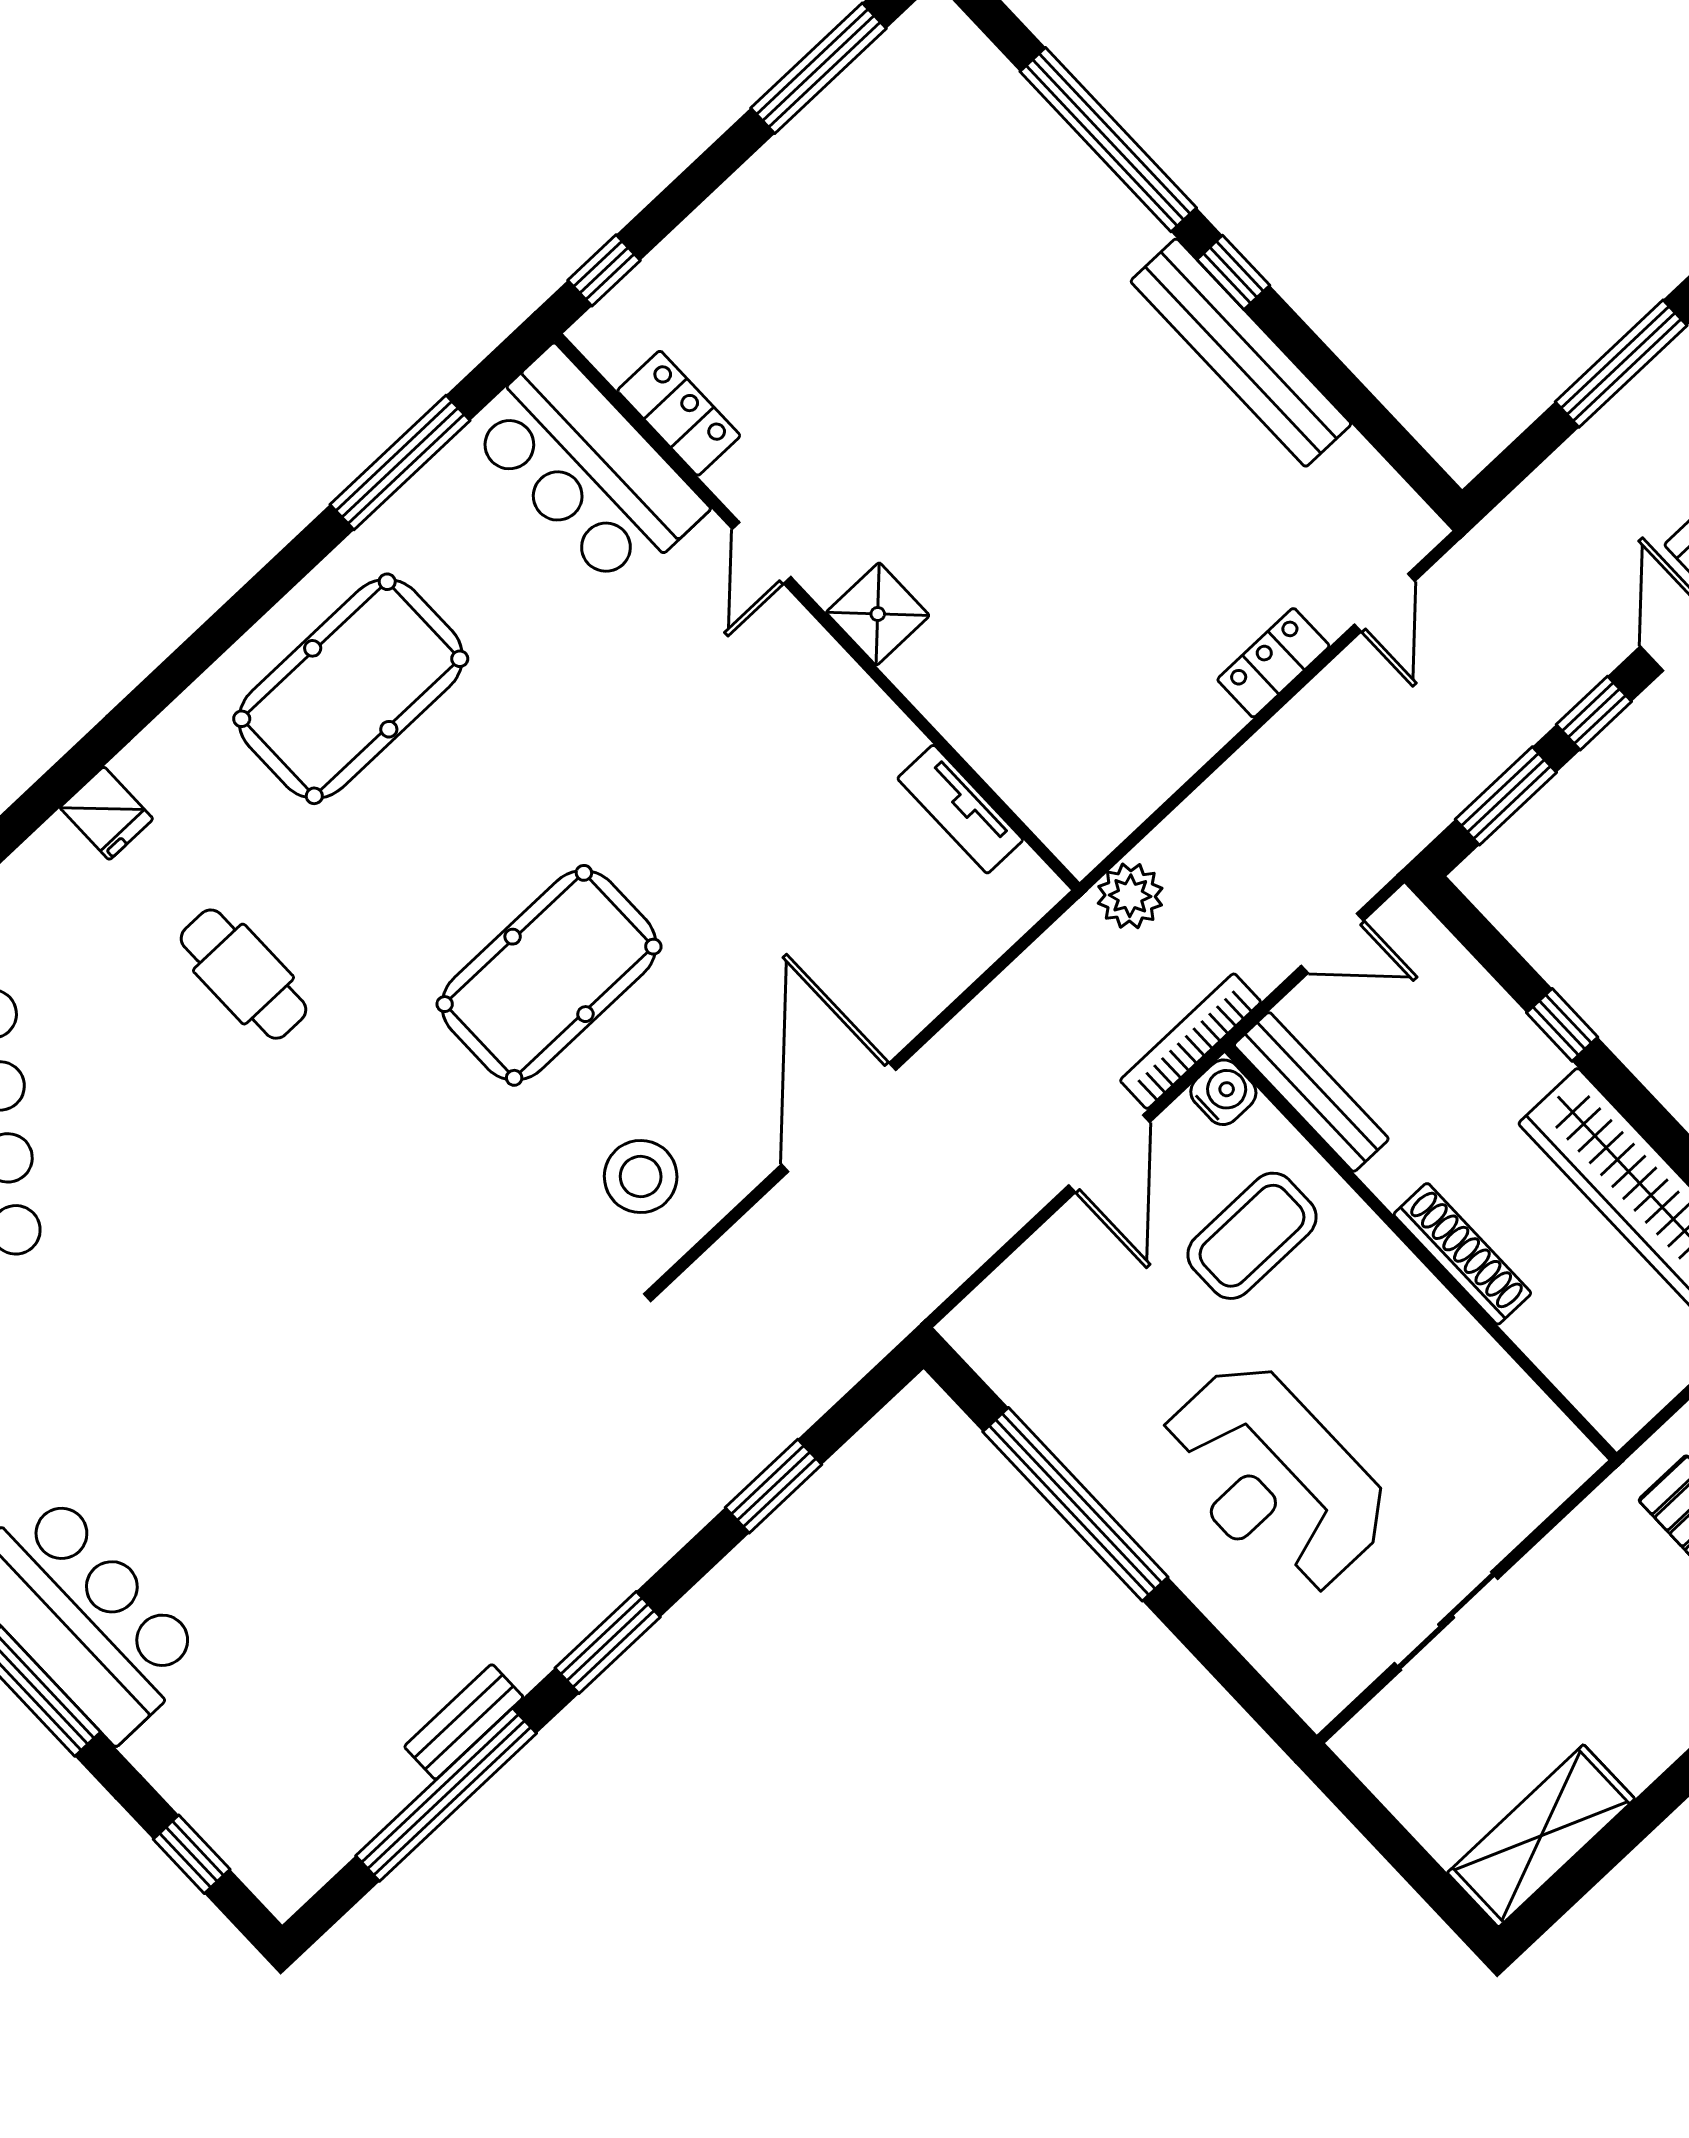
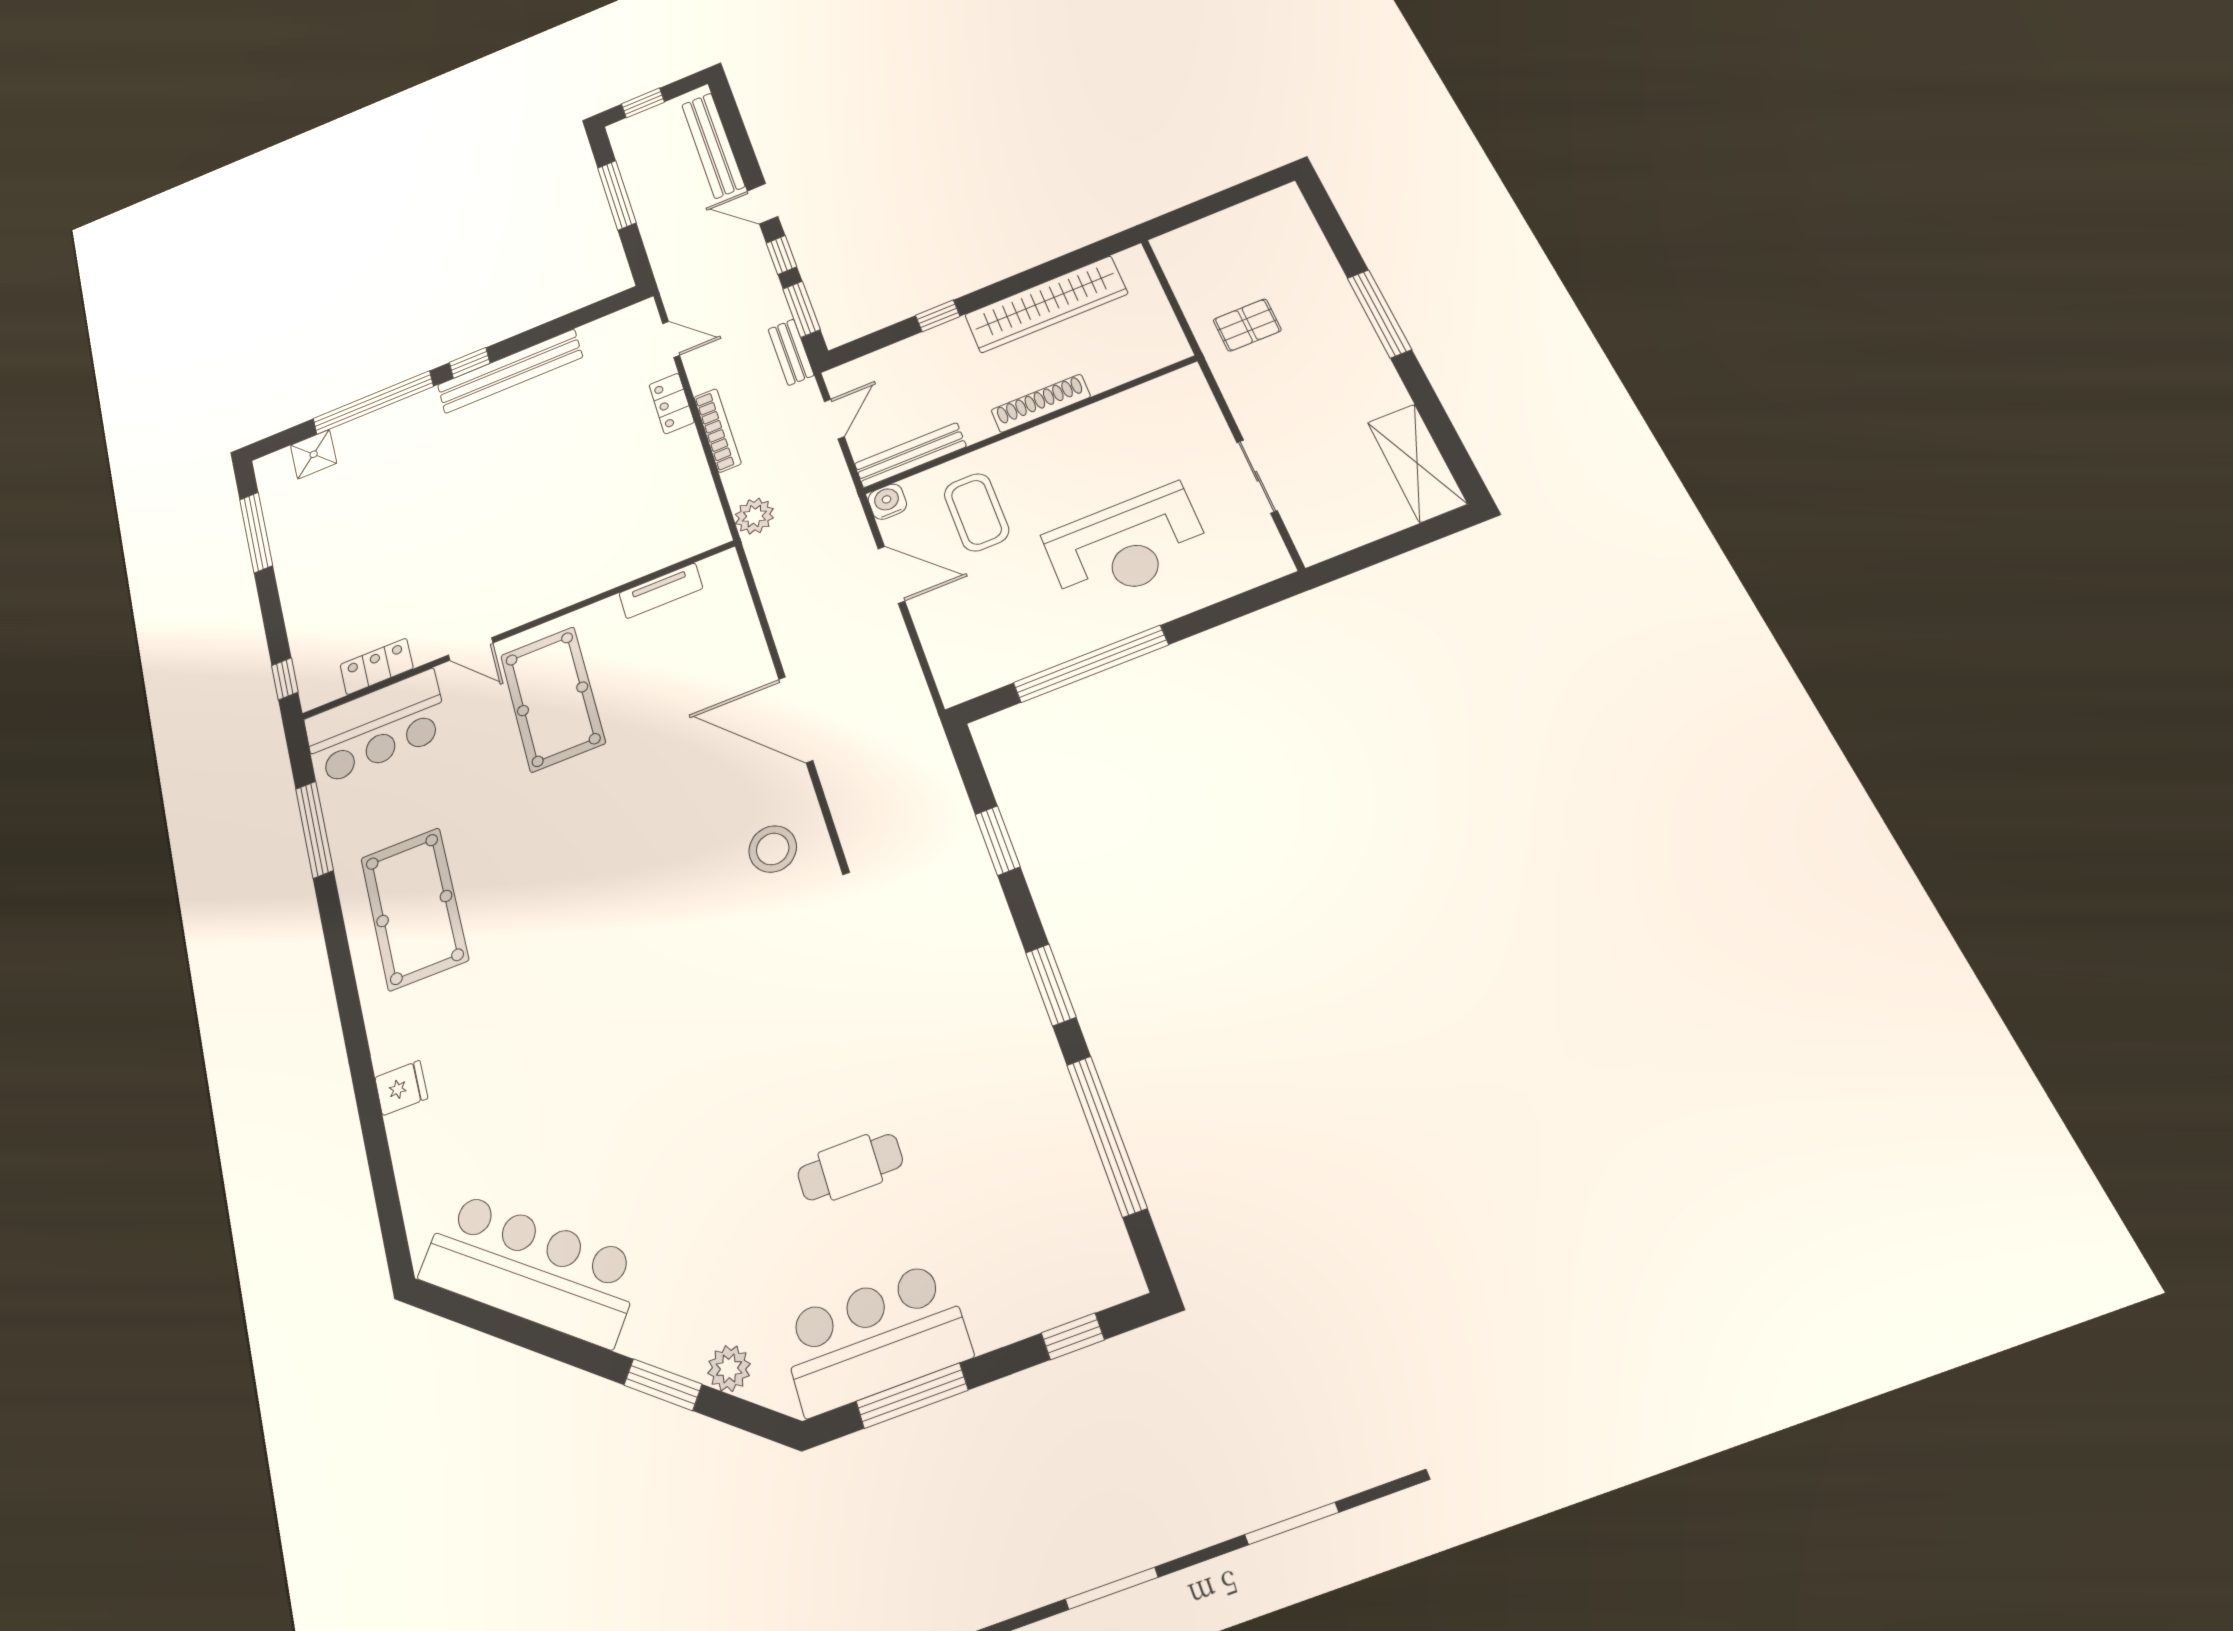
shower: (878, 614) -> (314, 454), moved
cafe table: (244, 974) -> (850, 1167), moved
pool table: (549, 975) -> (553, 699), moved
bookcase: (1191, 1041) -> (717, 430), moved, turned 180
bench: (464, 1722) -> (791, 352), moved

